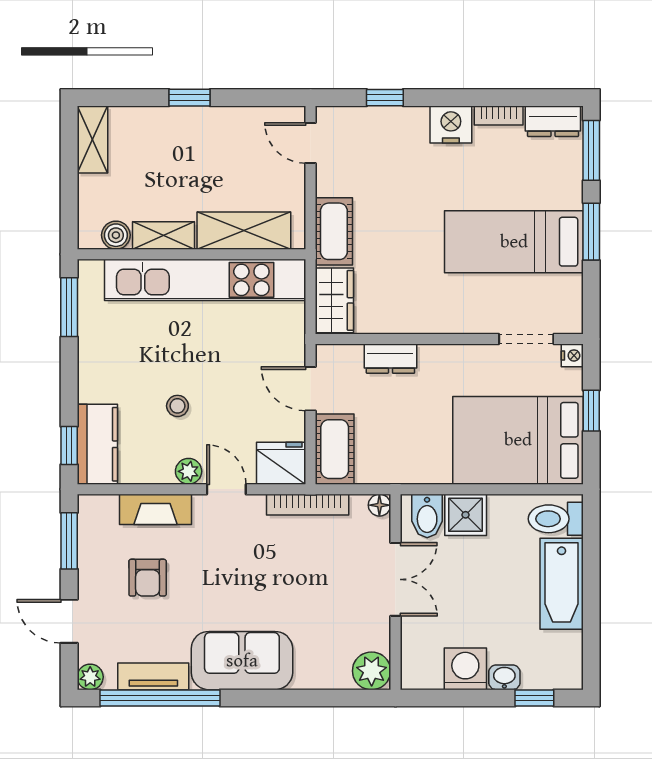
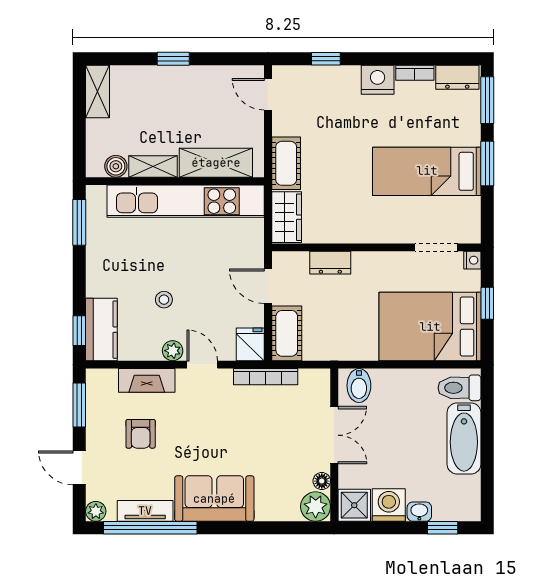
fridge: (281, 463) -> (250, 344), width x0.72
floor lamp: (379, 505) -> (322, 481), moved
shower: (466, 515) -> (354, 505), moved

